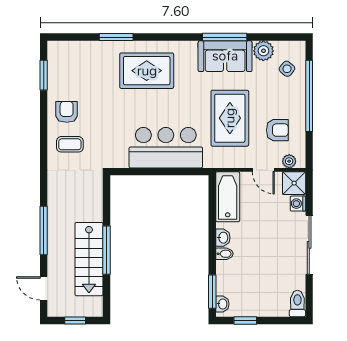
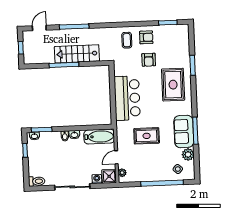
rug: (230, 118) -> (147, 136), width x0.73, depth x0.70
armchair: (277, 130) -> (149, 60), moved
stairs: (89, 259) -> (77, 54), moved

